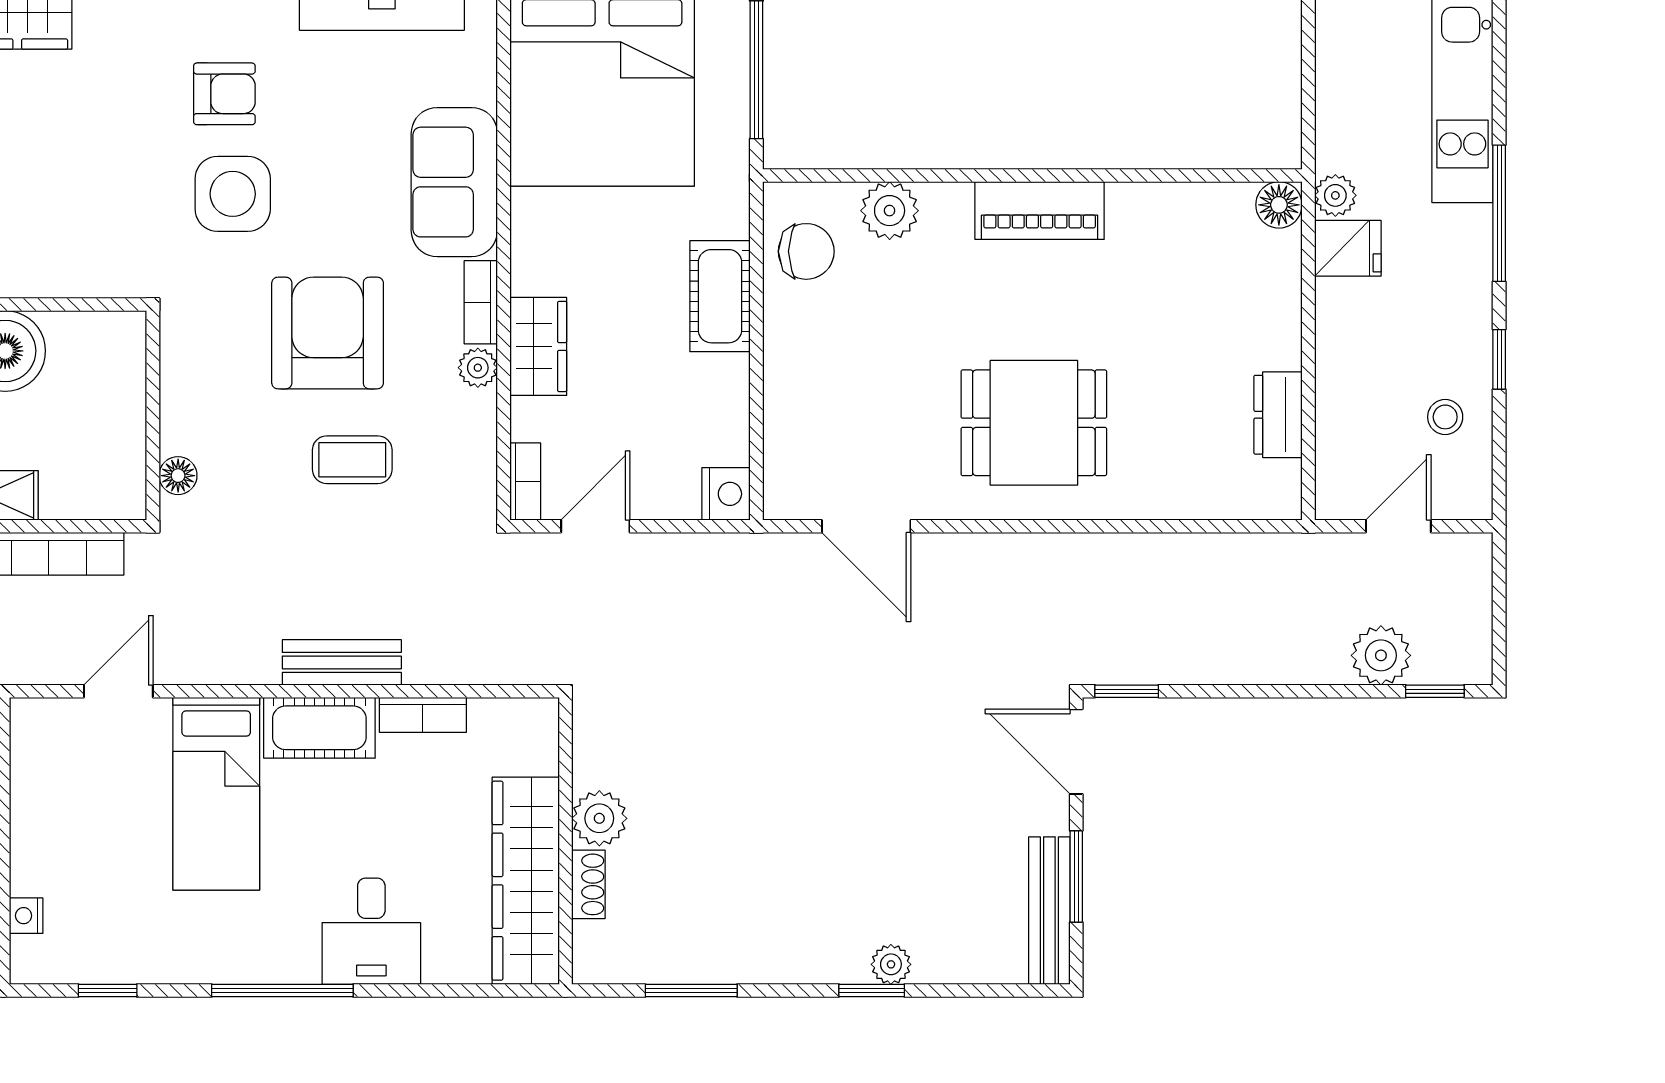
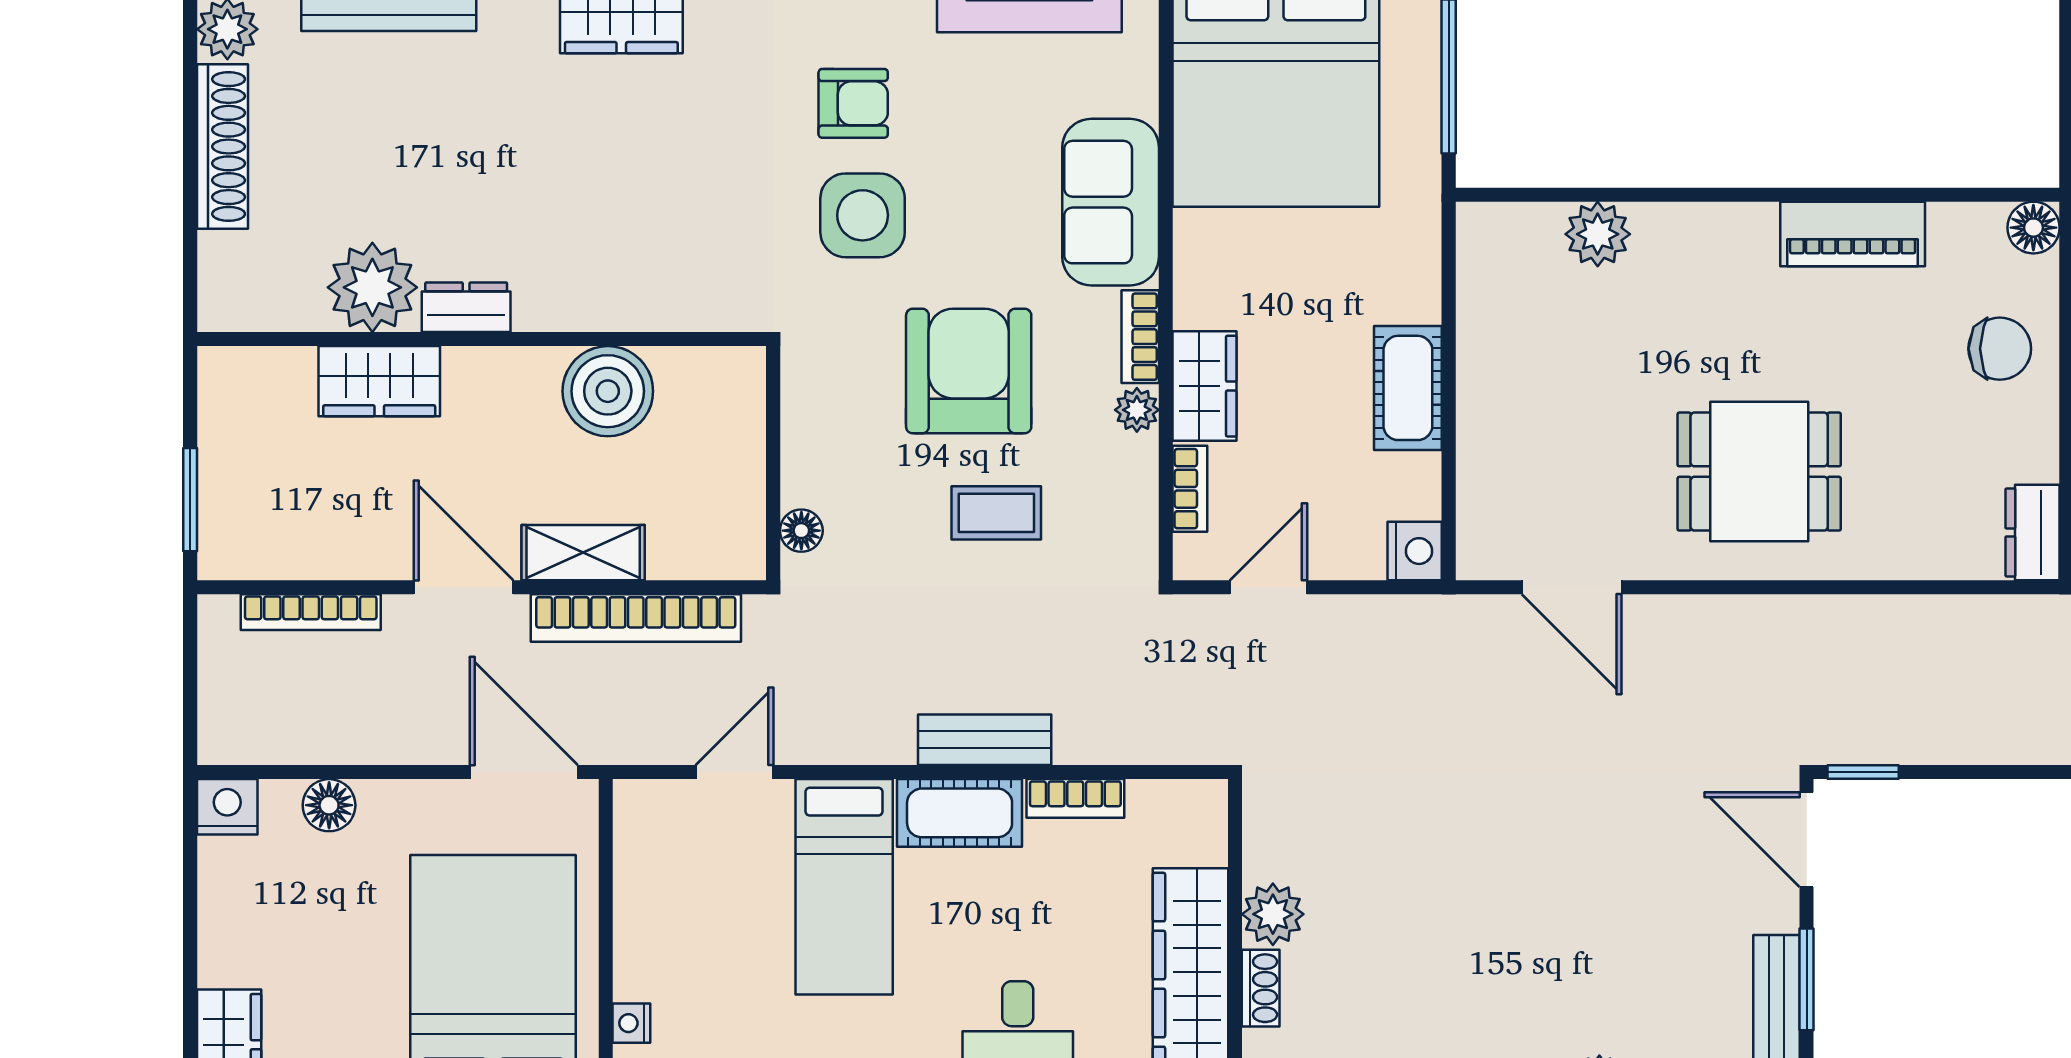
piano: (1040, 211) -> (1853, 234), moved
chair: (806, 251) -> (2000, 349), moved
cot: (720, 296) -> (1408, 388), moved
dresser: (1278, 415) -> (2032, 532), moved
bookcase: (525, 482) -> (1190, 489), moved

